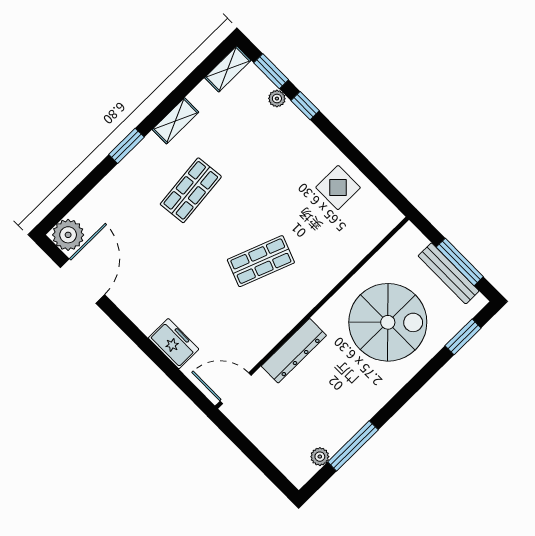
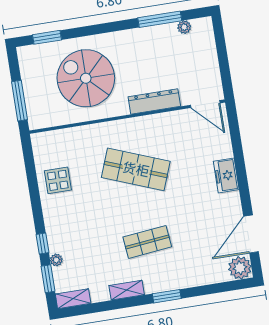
shop shelf: (261, 261) -> (136, 169), width x1.43, depth x1.36
window: (460, 262) -> (20, 101), moved
bench: (449, 273) -> (28, 82), removed
freezer: (174, 344) -> (226, 175), moved

